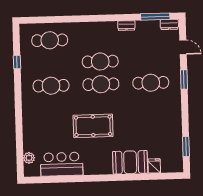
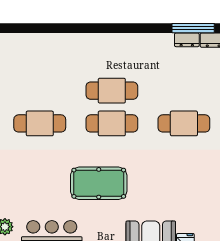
dresser: (126, 26) -> (187, 40), moved
cafe table: (50, 40) -> (40, 58), removed

